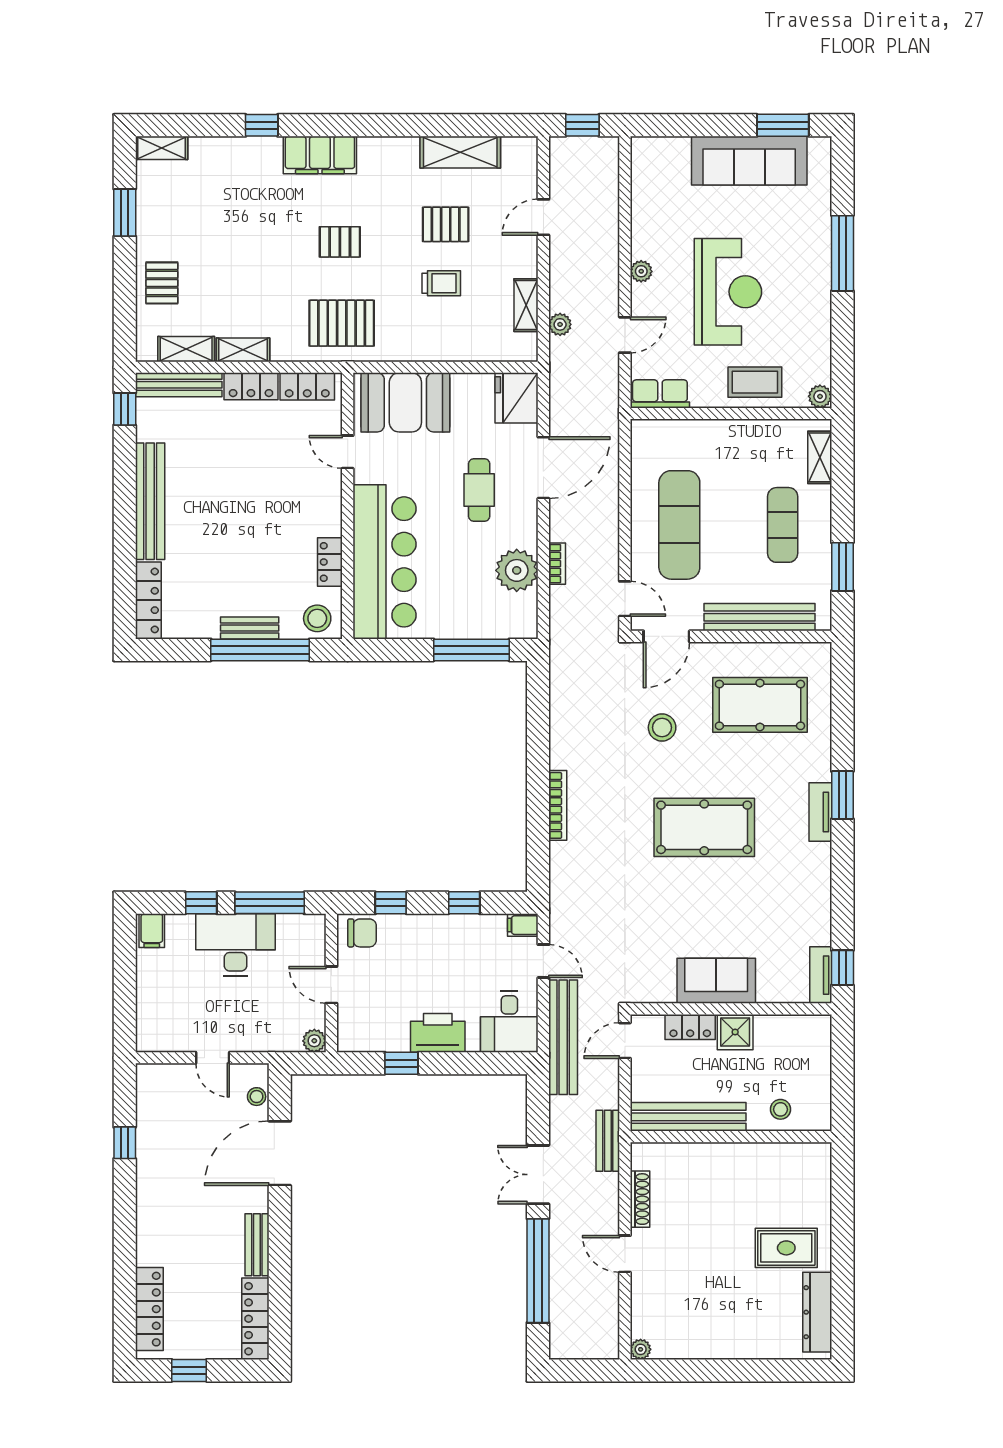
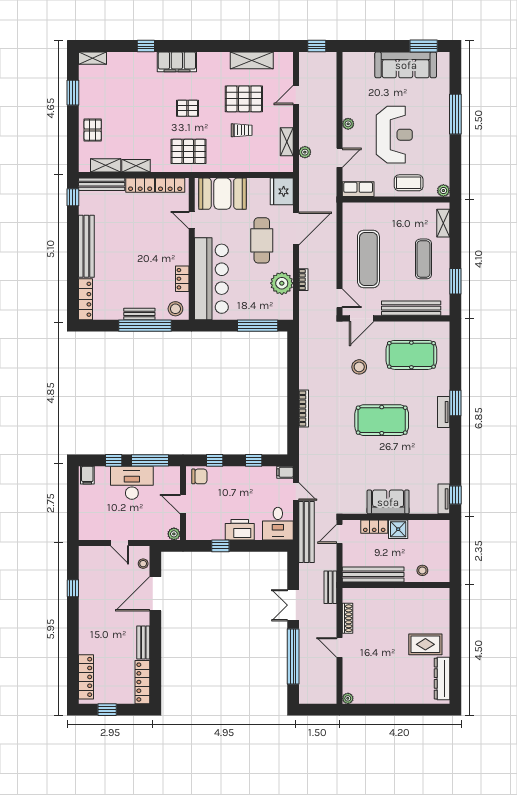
pallet: (446, 224) -> (244, 99), width x1.50, depth x1.42
cafe table: (479, 490) -> (262, 240), width x1.37, depth x1.35

